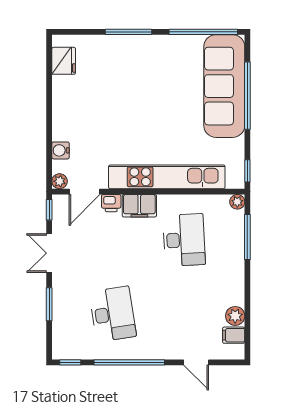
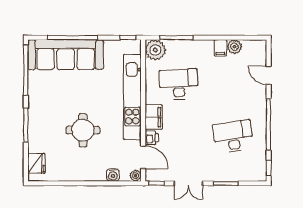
fridge: (64, 61) -> (36, 163), moved, turned 90
round table: (122, 110) -> (83, 130), added
plant: (237, 202) -> (155, 50), width x1.87, depth x1.87
filing cabinet: (234, 335) -> (220, 48), moved
door: (196, 362) -> (269, 75), swing flipped

